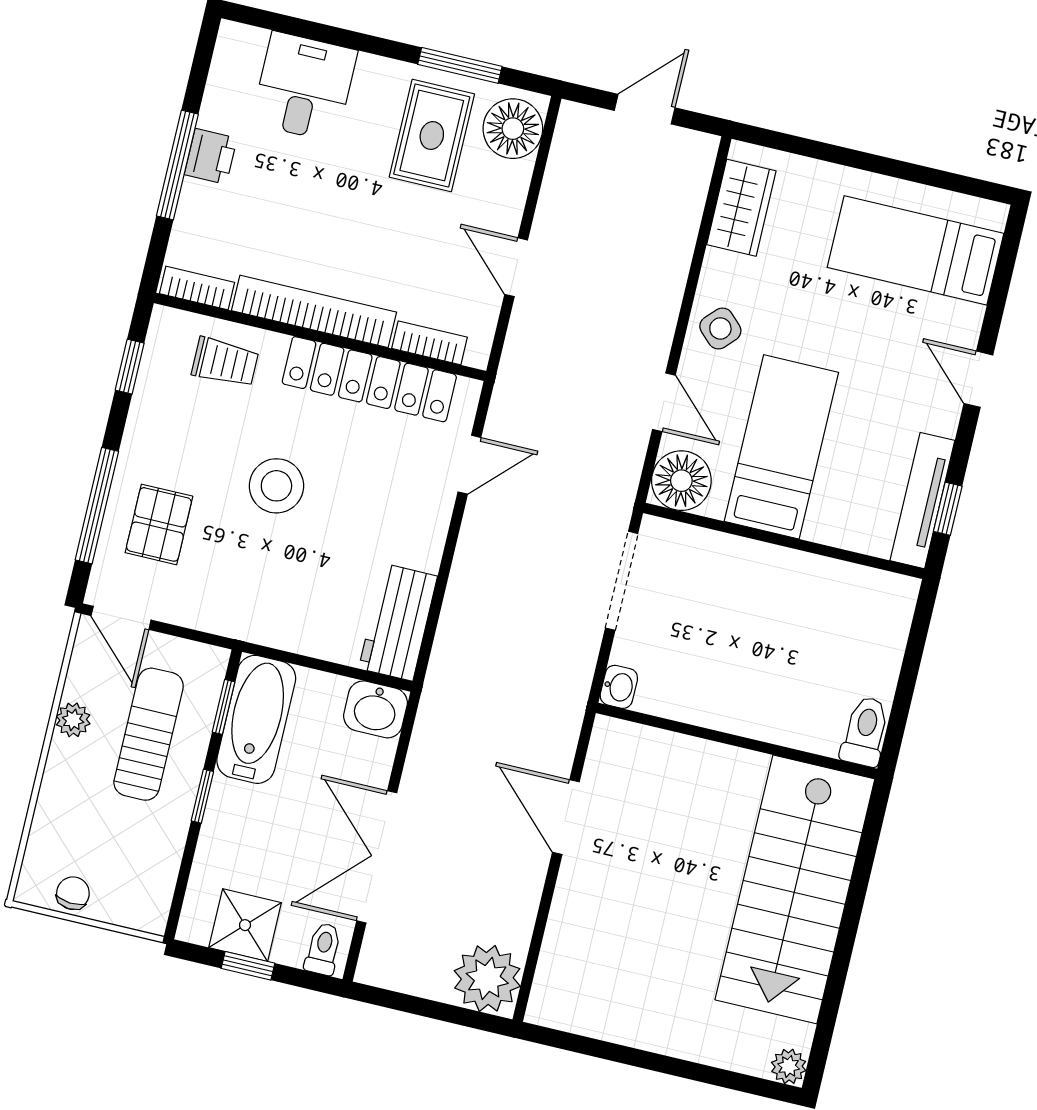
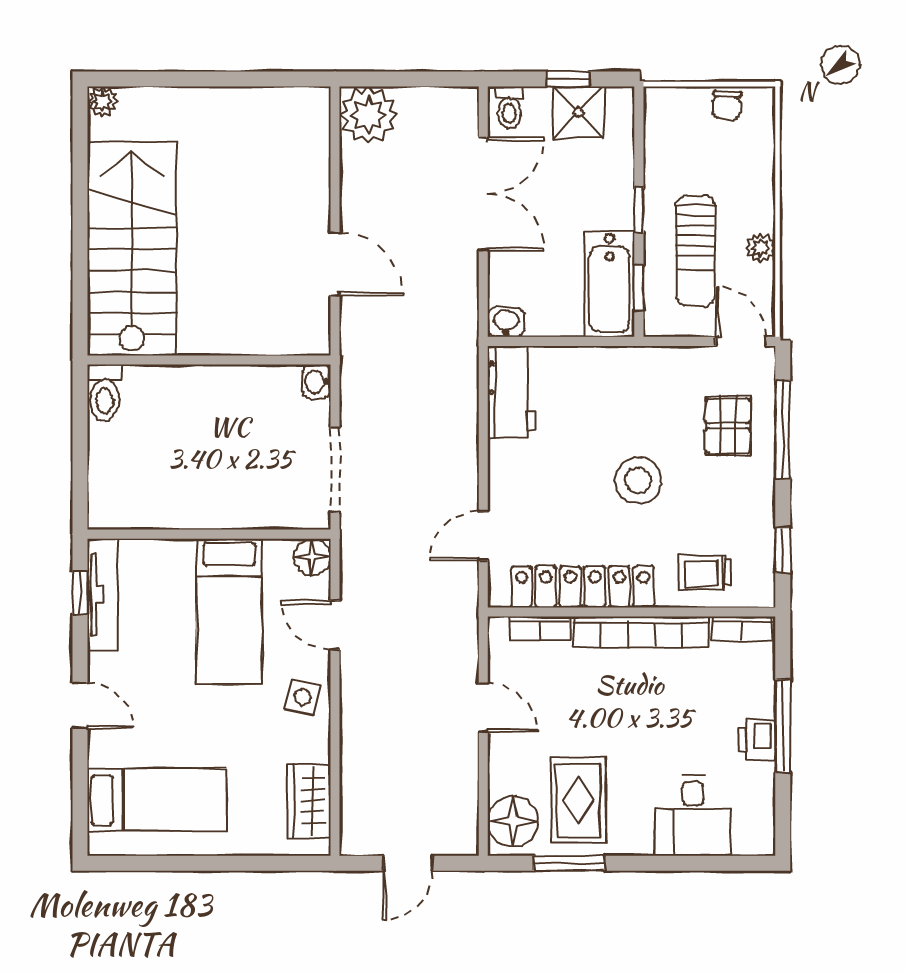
side table: (720, 328) -> (303, 697), turned -31
floor lamp: (681, 481) -> (312, 557), width x0.73, depth x0.73
washbasin: (375, 709) -> (506, 322), width x0.72, depth x0.69

